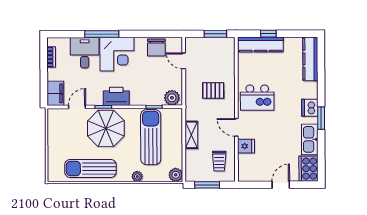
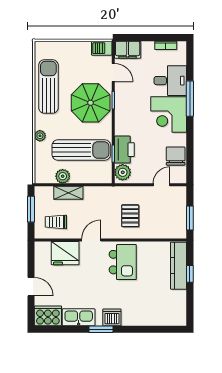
chair: (156, 47) -> (176, 156), turned 90
kitchen counter: (310, 59) -> (163, 318), removed
printer: (116, 96) -> (124, 150), moved
kitchen island: (257, 98) -> (123, 262), turned 180
barbecue: (54, 118) -> (102, 48), added
shelving: (191, 135) -> (68, 193), moved
fridge: (246, 146) -> (65, 253), width x1.88, depth x1.34
plant: (176, 175) -> (63, 176), moved

